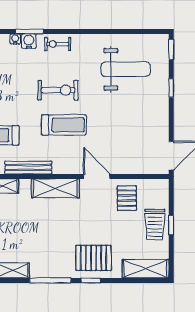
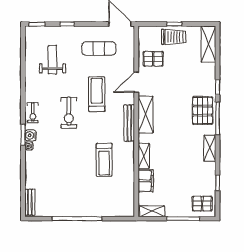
weight bench: (126, 69) -> (52, 60), width x0.73, depth x0.75
exercise bike: (58, 90) -> (69, 113), turned 180
treadmill: (64, 125) -> (97, 94), moved
exercise mat: (140, 128) -> (99, 48), added
bench: (28, 168) -> (129, 123), moved
pallet: (94, 258) -> (203, 111), moved

